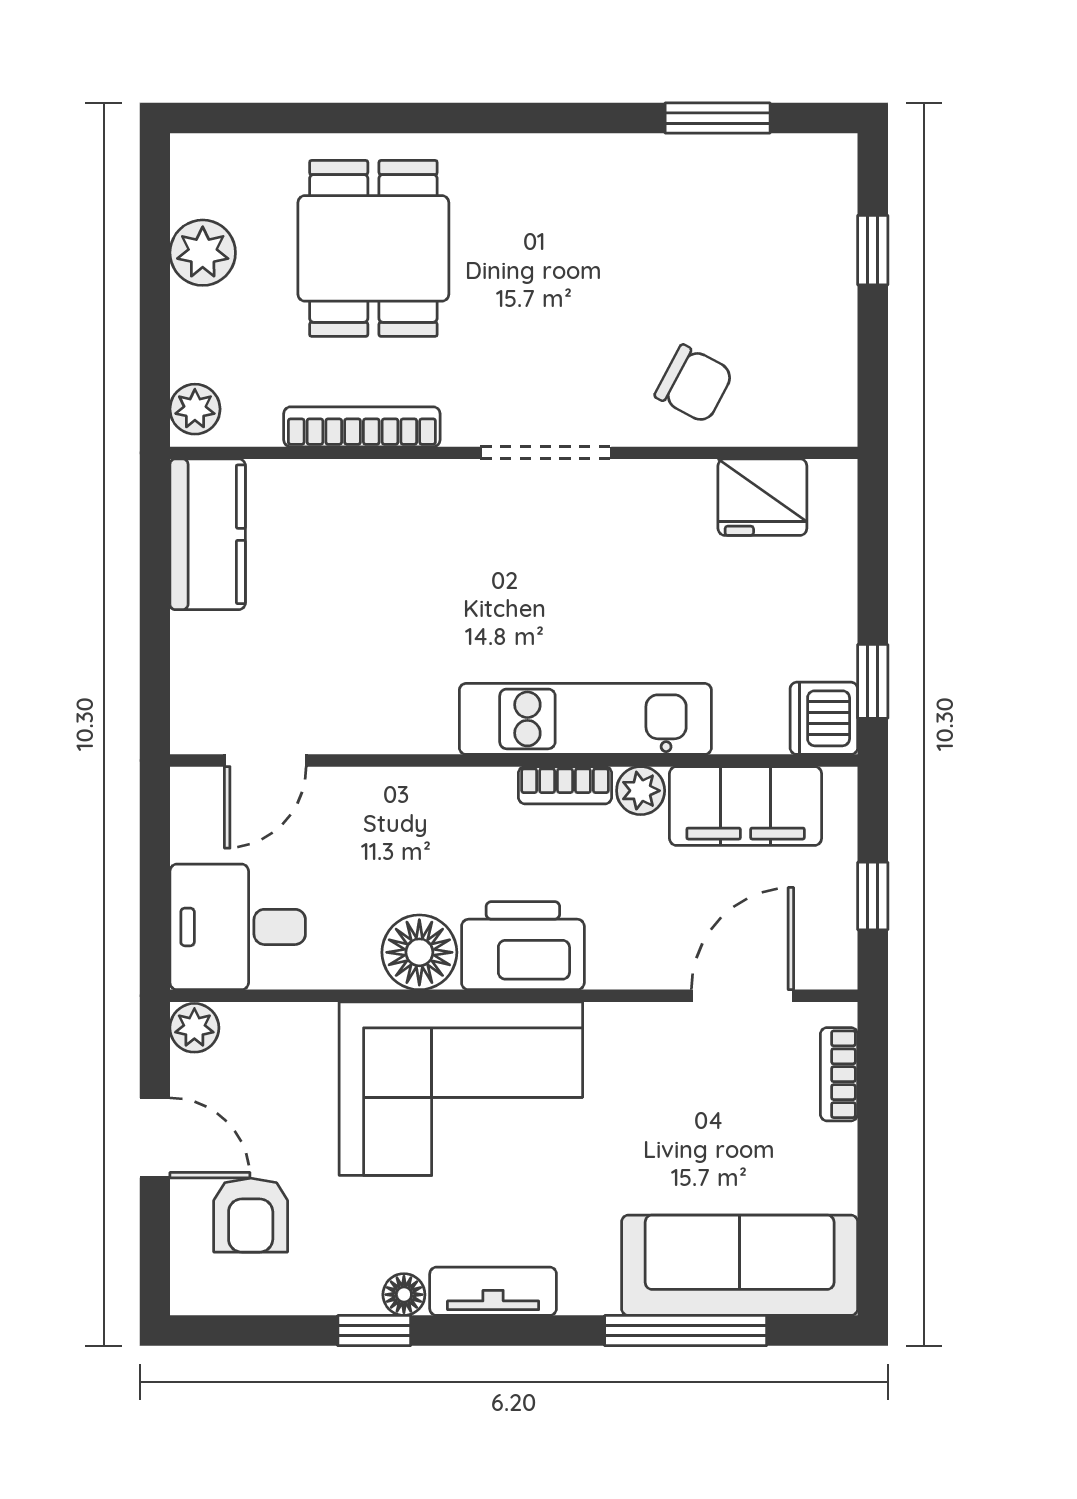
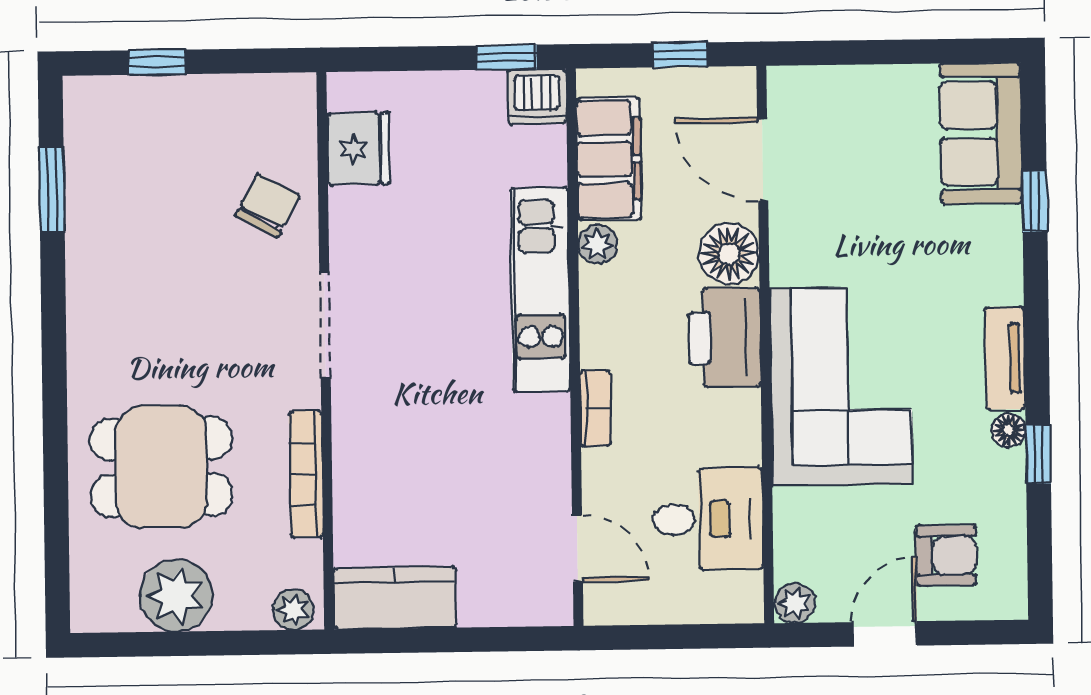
plant: (203, 253) -> (176, 595), width x1.36, depth x1.36
bookcase: (565, 785) -> (596, 408), moved
desk: (238, 927) -> (708, 519), moved, turned -90
floor lamp: (419, 952) -> (729, 254), moved
bookcase: (839, 1074) -> (825, 80), removed
sofa: (740, 1265) -> (981, 133), width x0.73
window: (686, 1331) -> (1035, 202), width x0.46

